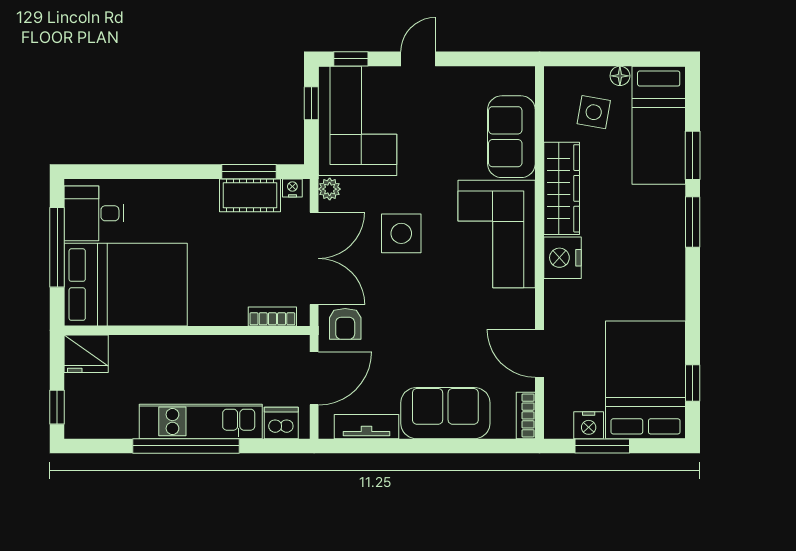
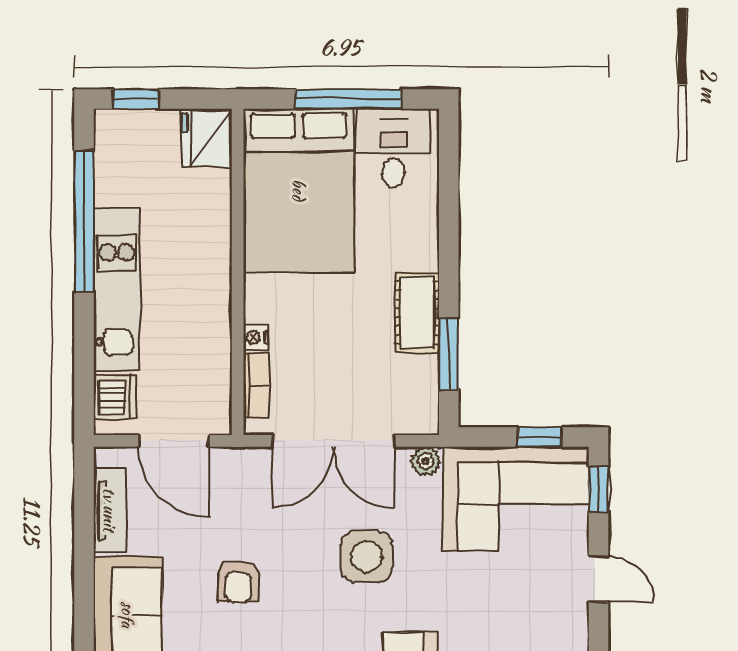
nightstand: (292, 188) -> (256, 337), moved, turned 180
cot: (250, 195) -> (417, 313), moved
armchair: (345, 324) -> (238, 581), moved, turned -90
window: (186, 446) -> (84, 221), moved

